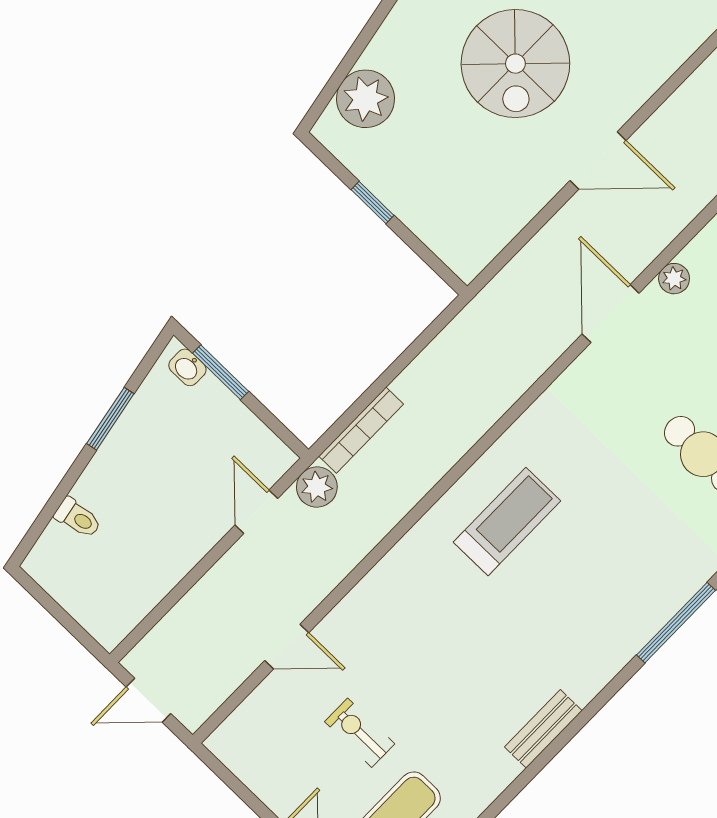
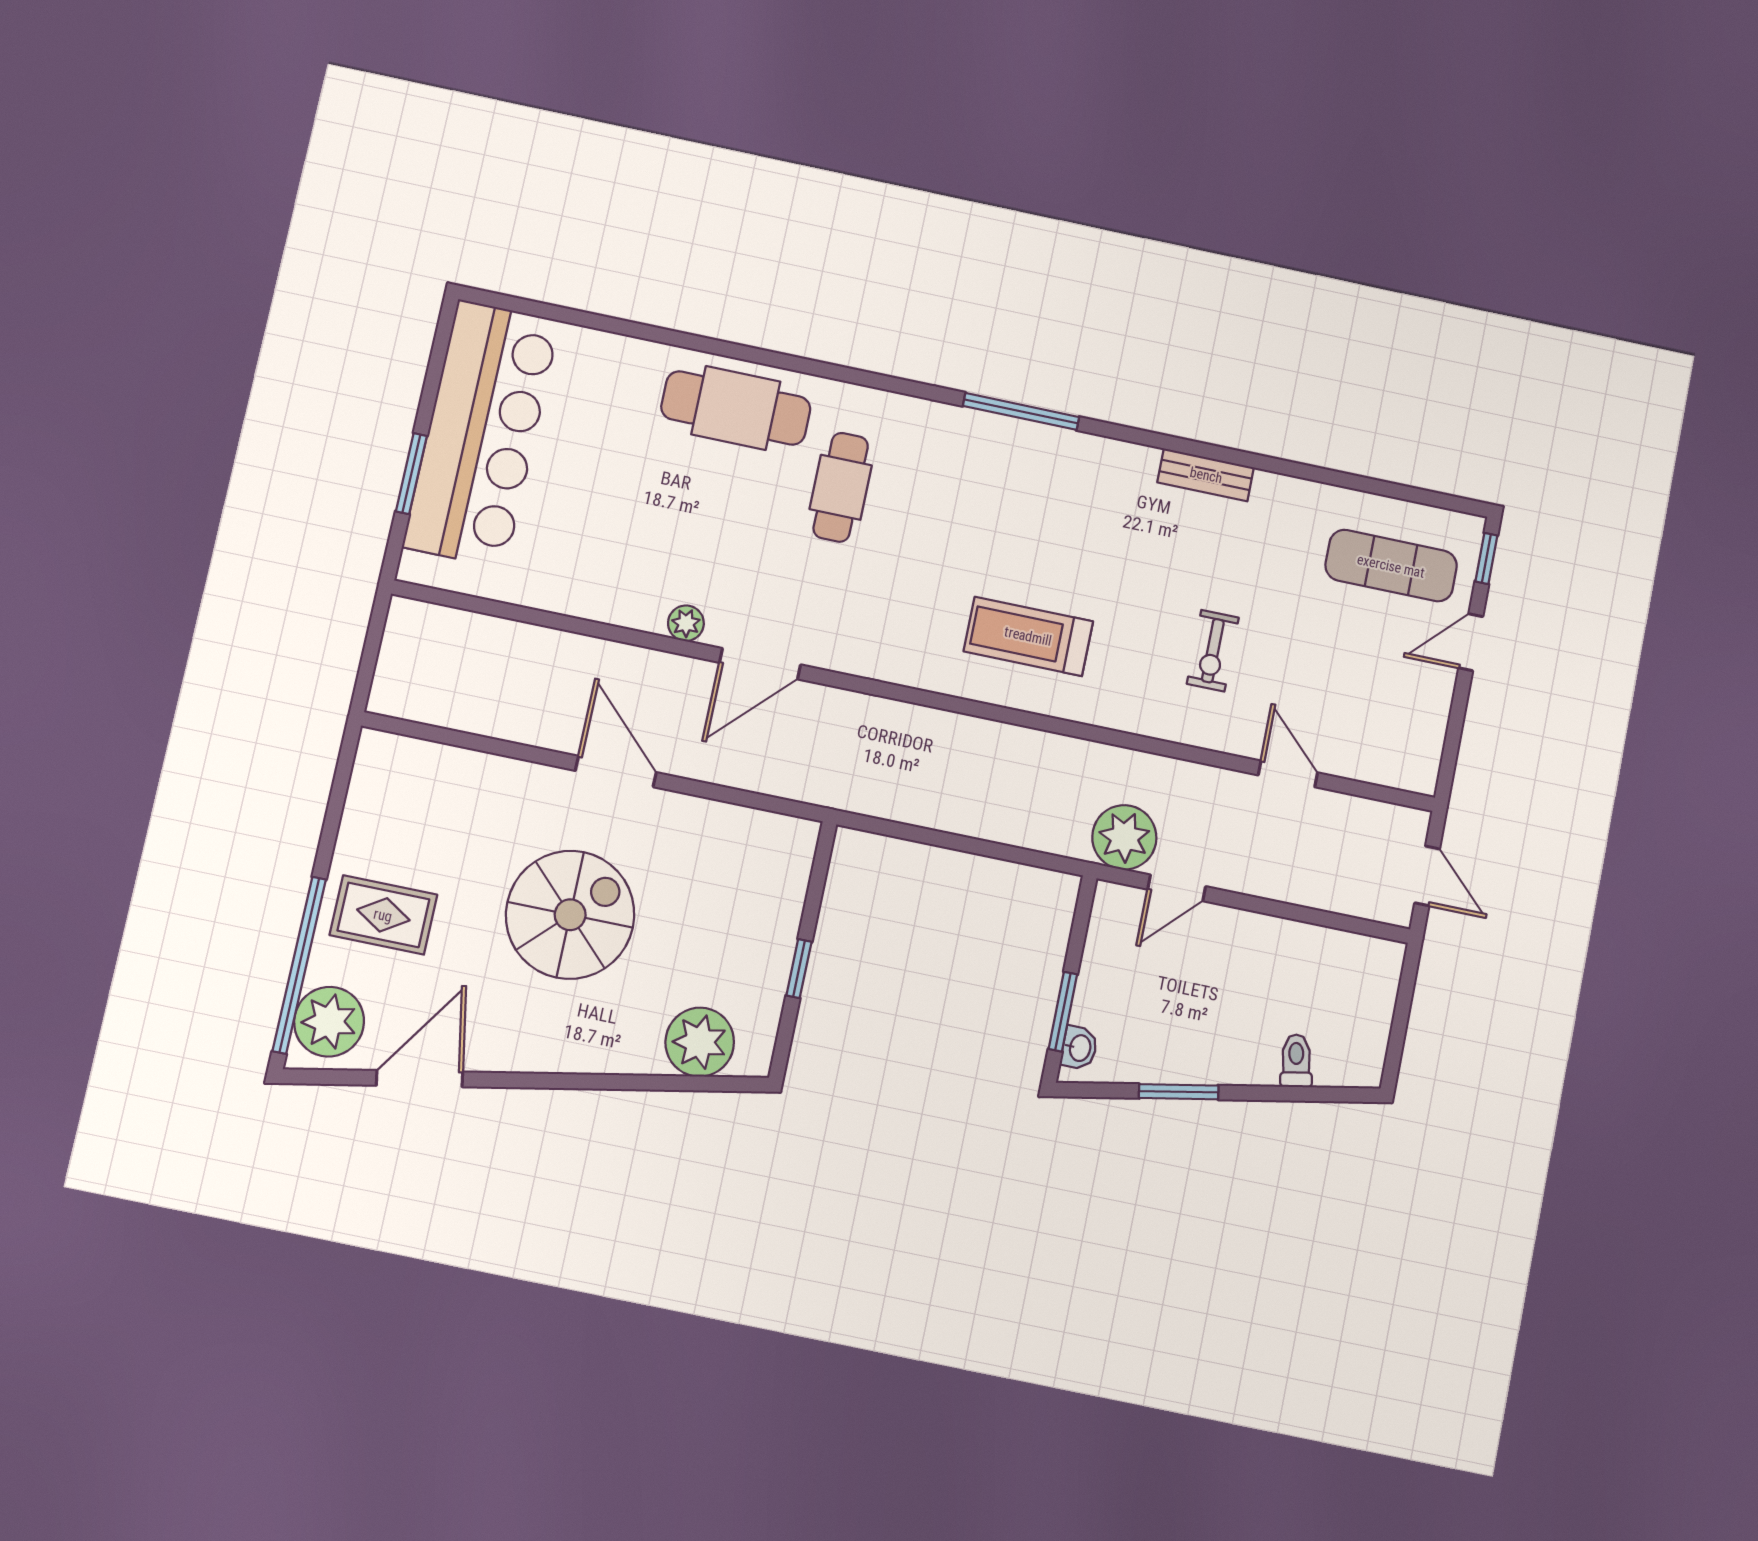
bookcase: (361, 430) -> (1031, 836), removed
plant: (317, 487) -> (1124, 837), width x1.36, depth x1.36
exercise bike: (360, 733) -> (1213, 651), moved

